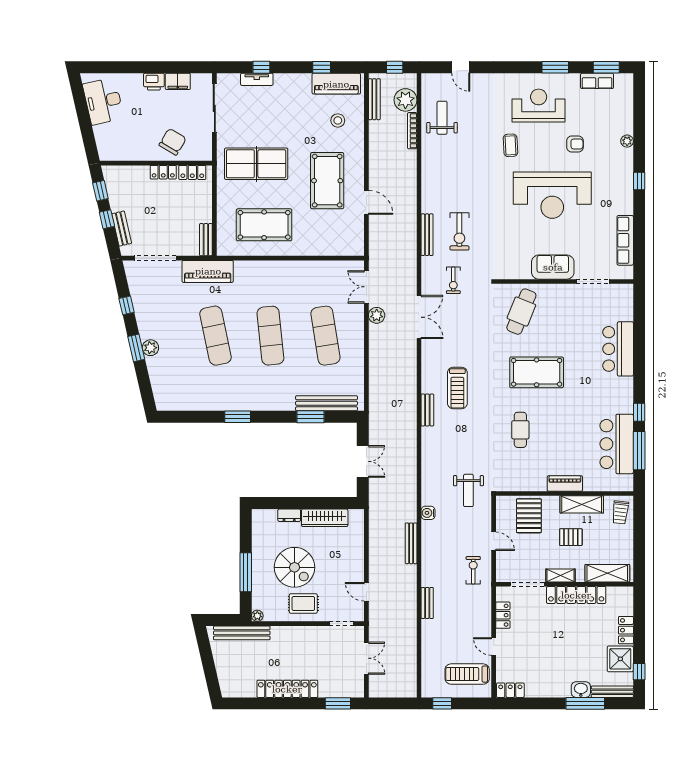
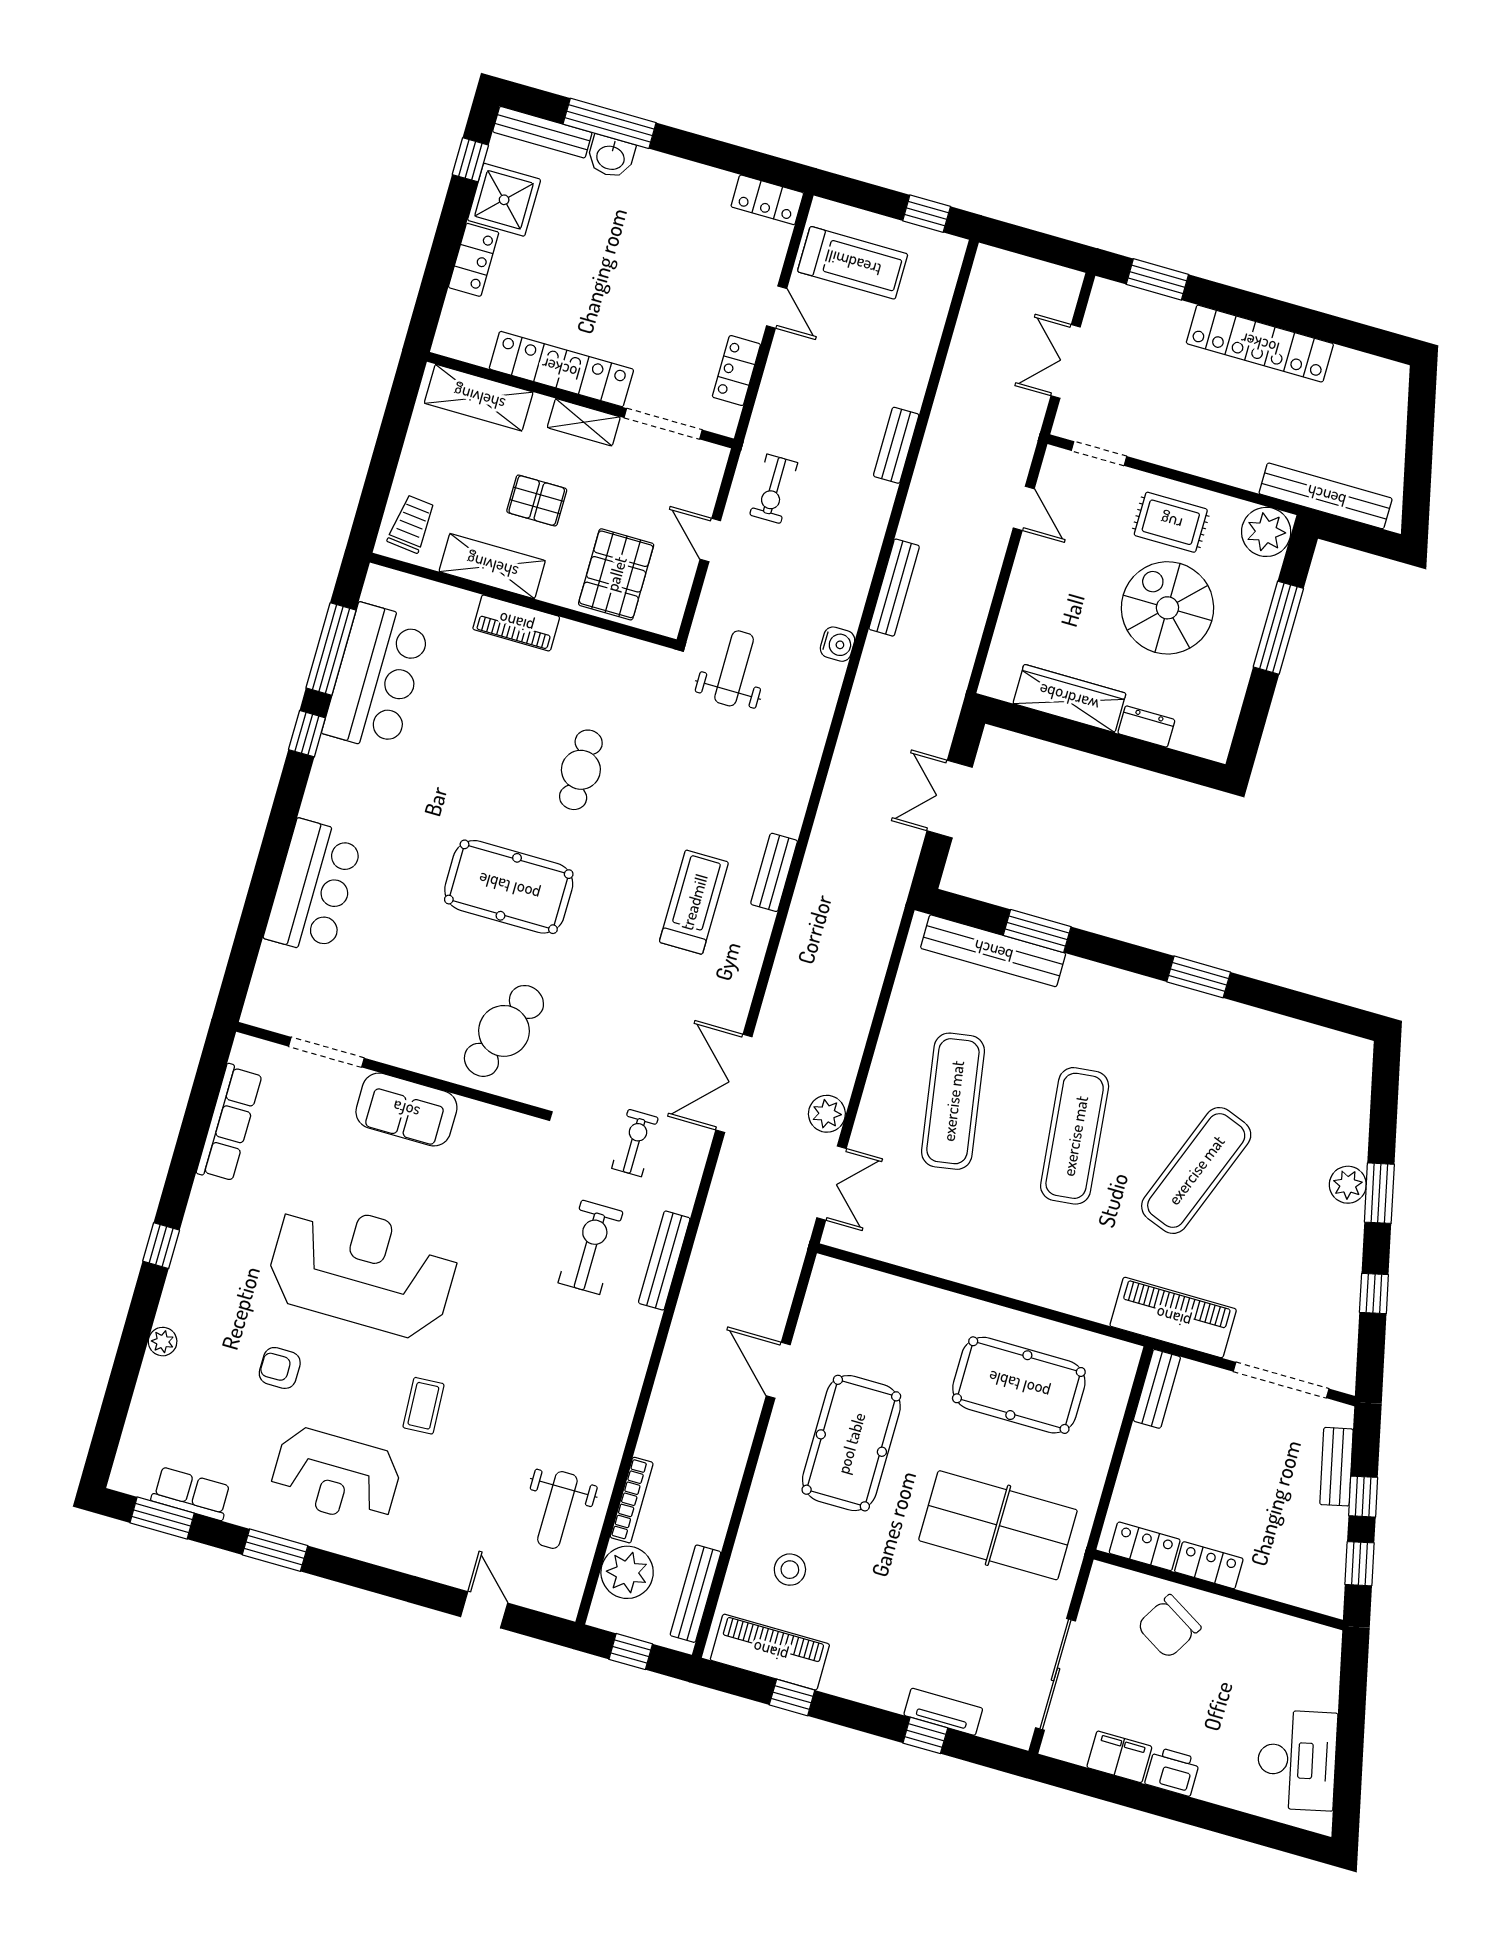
exercise mat: (215, 336) -> (1196, 1170), turned 33
plant: (257, 616) -> (1266, 532), width x1.87, depth x1.87

